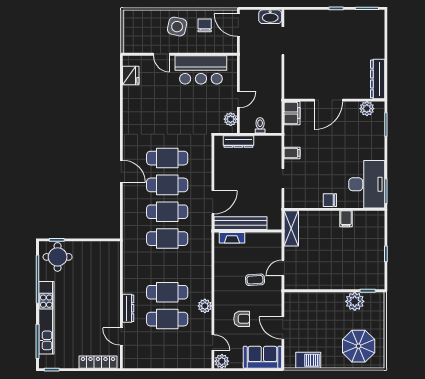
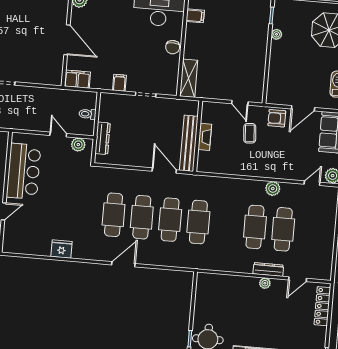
fridge: (131, 75) -> (61, 249), moved
filing cabinet: (346, 219) -> (195, 16), moved
shelving: (291, 228) -> (189, 78), moved, turned 90
fireplace: (232, 238) -> (205, 137), moved
plant: (355, 301) -> (277, 34), width x0.53, depth x0.53
plant: (115, 306) -> (265, 283), added
armchair: (242, 319) -> (277, 118), moved, turned -90

